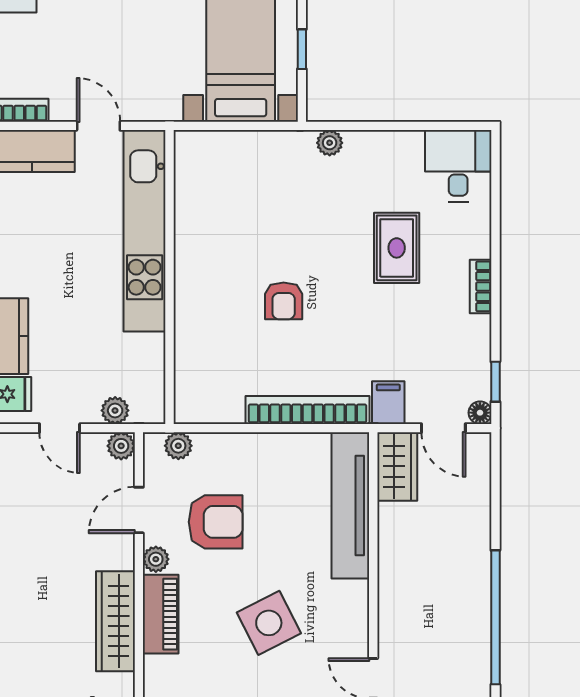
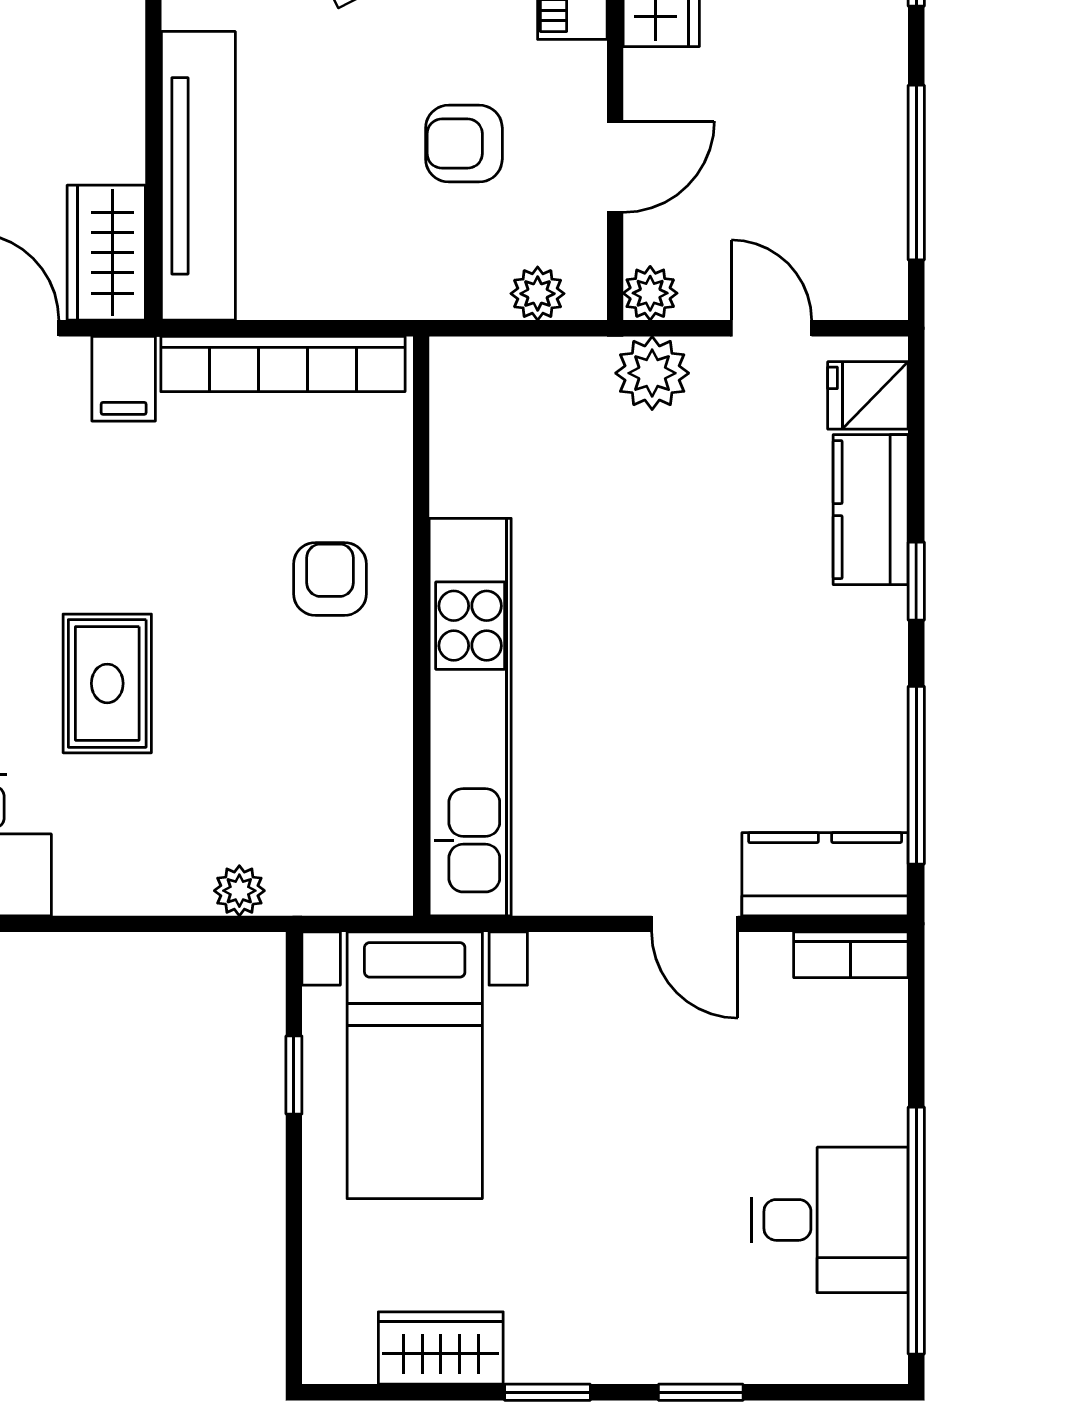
kitchen unit: (145, 231) -> (470, 717), moved
wall: (169, 277) -> (421, 626), moved
plant: (115, 411) -> (652, 373), width x1.38, depth x1.38
armchair: (216, 522) -> (464, 144), width x0.72, depth x0.72
plant: (156, 559) -> (582, 70), removed

